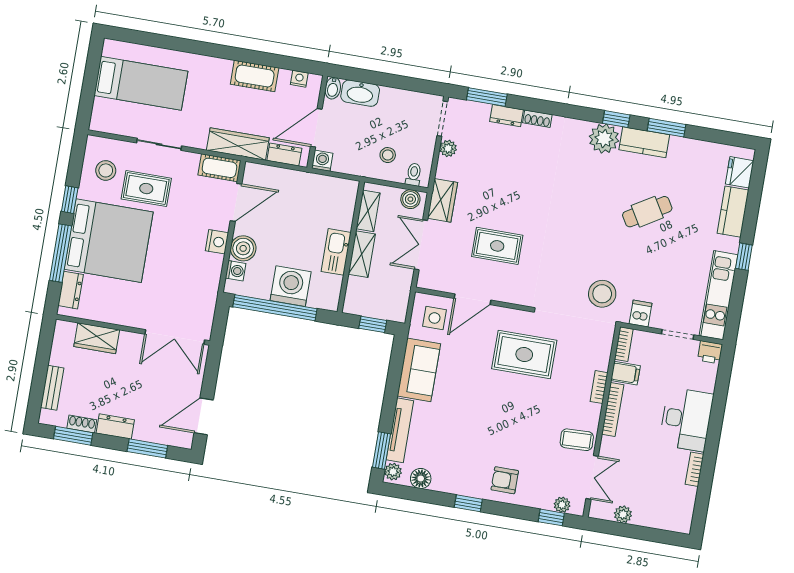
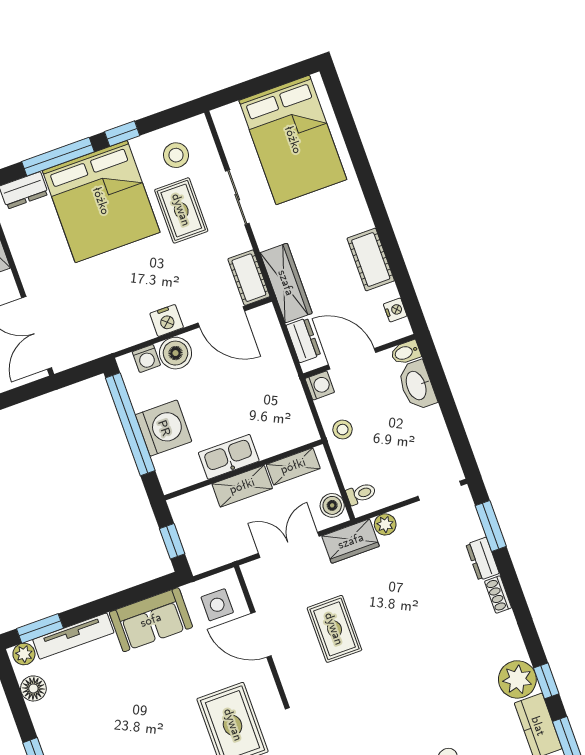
bed: (141, 83) -> (293, 140), width x1.50
plant: (448, 148) -> (385, 524), moved
stool: (388, 155) -> (343, 430), moved

